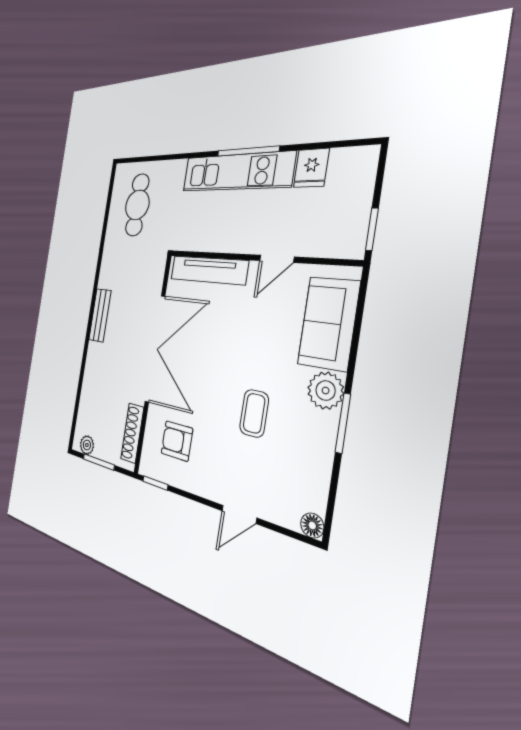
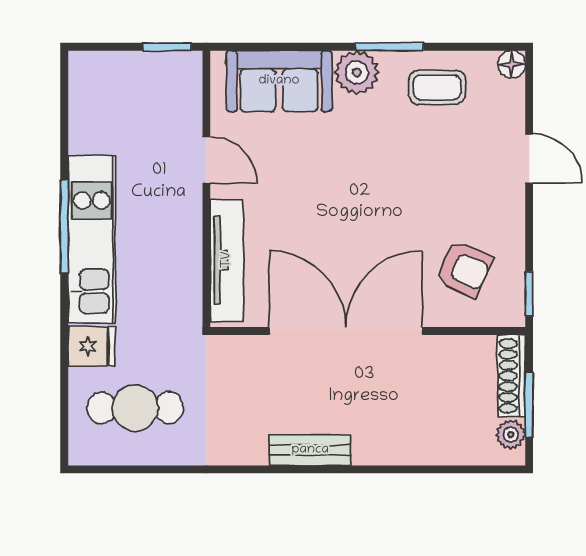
fridge: (311, 168) -> (92, 346), moved
coffee table: (254, 413) -> (437, 87), moved
shoe rack: (132, 433) -> (511, 376), moved, turned 90
armchair: (177, 441) -> (464, 269), turned -65

